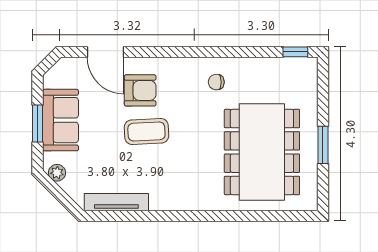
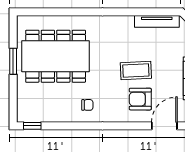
door: (105, 52) -> (164, 126), hinge flipped
dining table: (262, 152) -> (56, 56), turned 90

